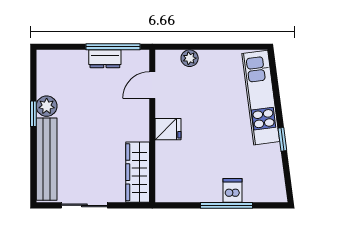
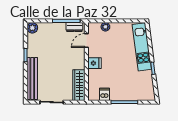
dresser: (105, 59) -> (74, 27), moved
plant: (47, 106) -> (32, 28), moved
dishwasher: (232, 190) -> (104, 94), moved

